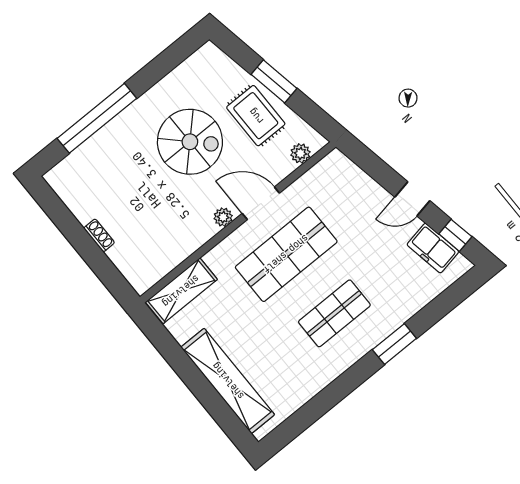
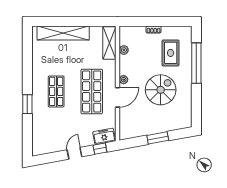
rug: (256, 116) -> (171, 53), moved, turned 90
spiral stairs: (190, 142) -> (161, 90), turned 180
plant: (300, 153) -> (124, 50), moved
window: (455, 235) -> (100, 149), moved
freezer: (433, 248) -> (104, 136), moved

